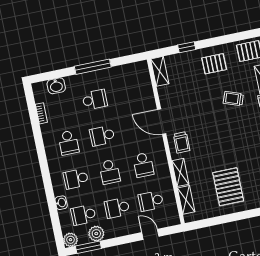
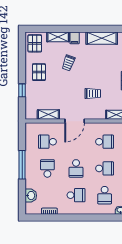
shelving: (160, 71) -> (48, 115), moved
school desk: (128, 93) -> (47, 142), added
trolley: (182, 142) -> (93, 94), moved

